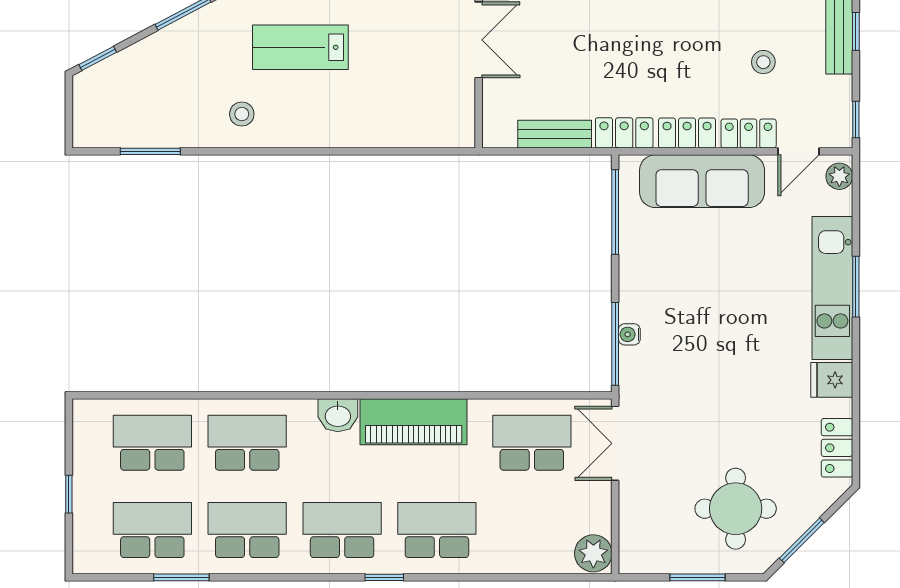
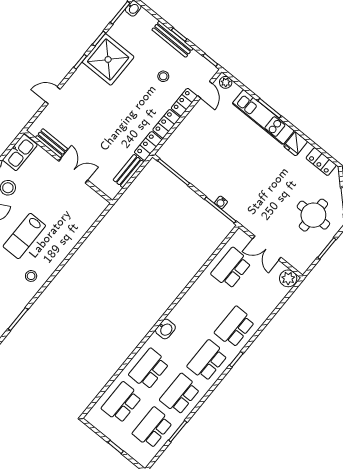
sofa: (702, 181) -> (188, 132), removed
piano: (414, 422) -> (190, 304), removed
double door: (615, 443) -> (267, 248), moved

